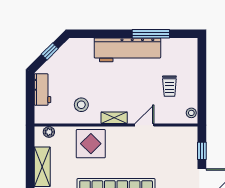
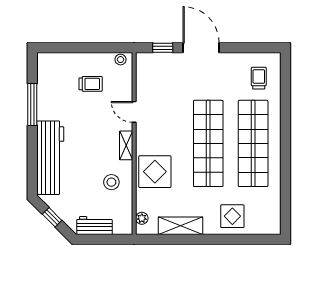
workbench: (127, 50) -> (50, 158), moved

